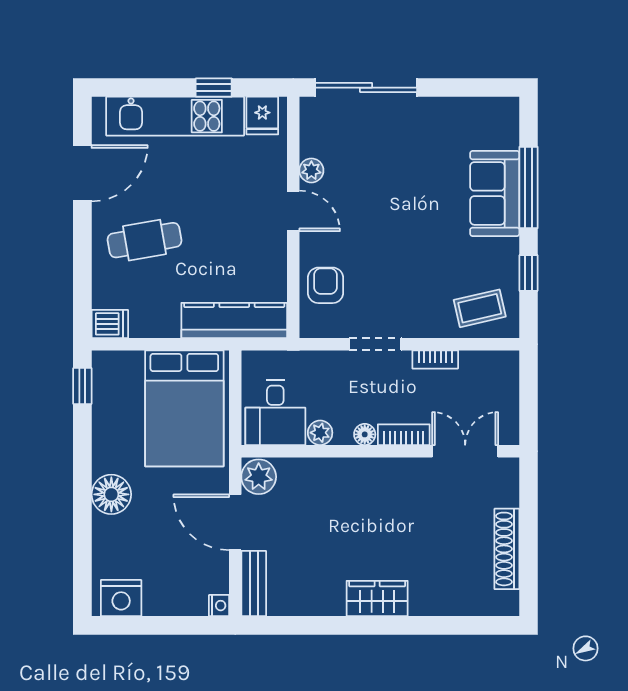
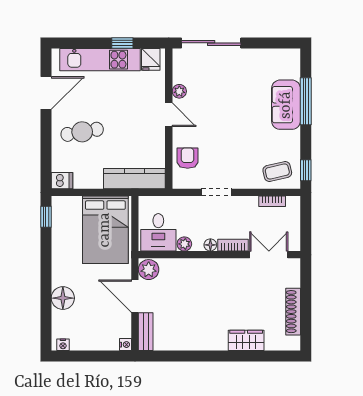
window: (529, 273) -> (306, 170), moved
bookcase: (435, 359) -> (272, 201), moved
floor lamp: (111, 494) -> (63, 298), moved
nightstand: (121, 598) -> (63, 345), width x0.53, depth x0.56
wardrobe: (377, 598) -> (246, 340), moved

